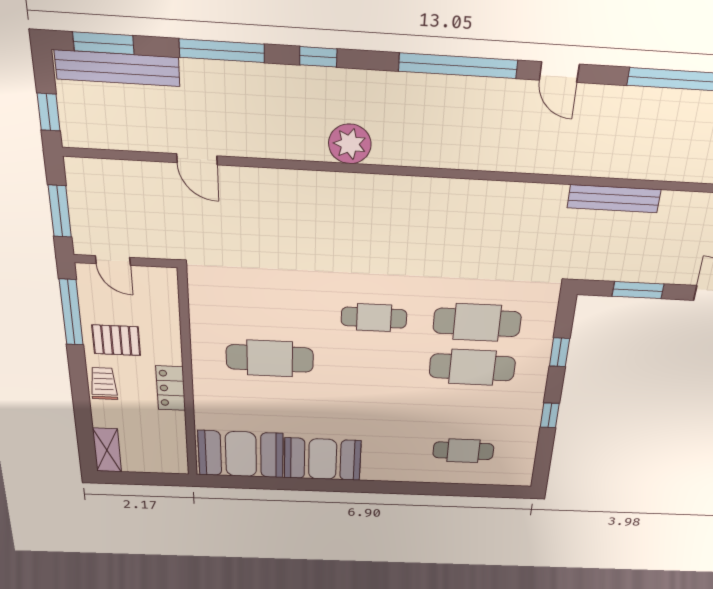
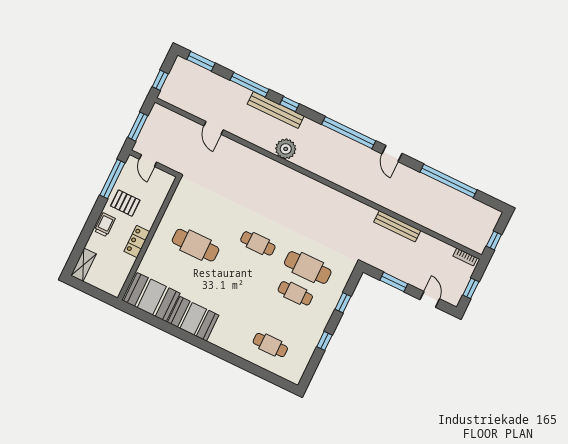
bench: (118, 68) -> (276, 110), moved
cafe table: (472, 367) -> (295, 293), width x0.73, depth x0.74

